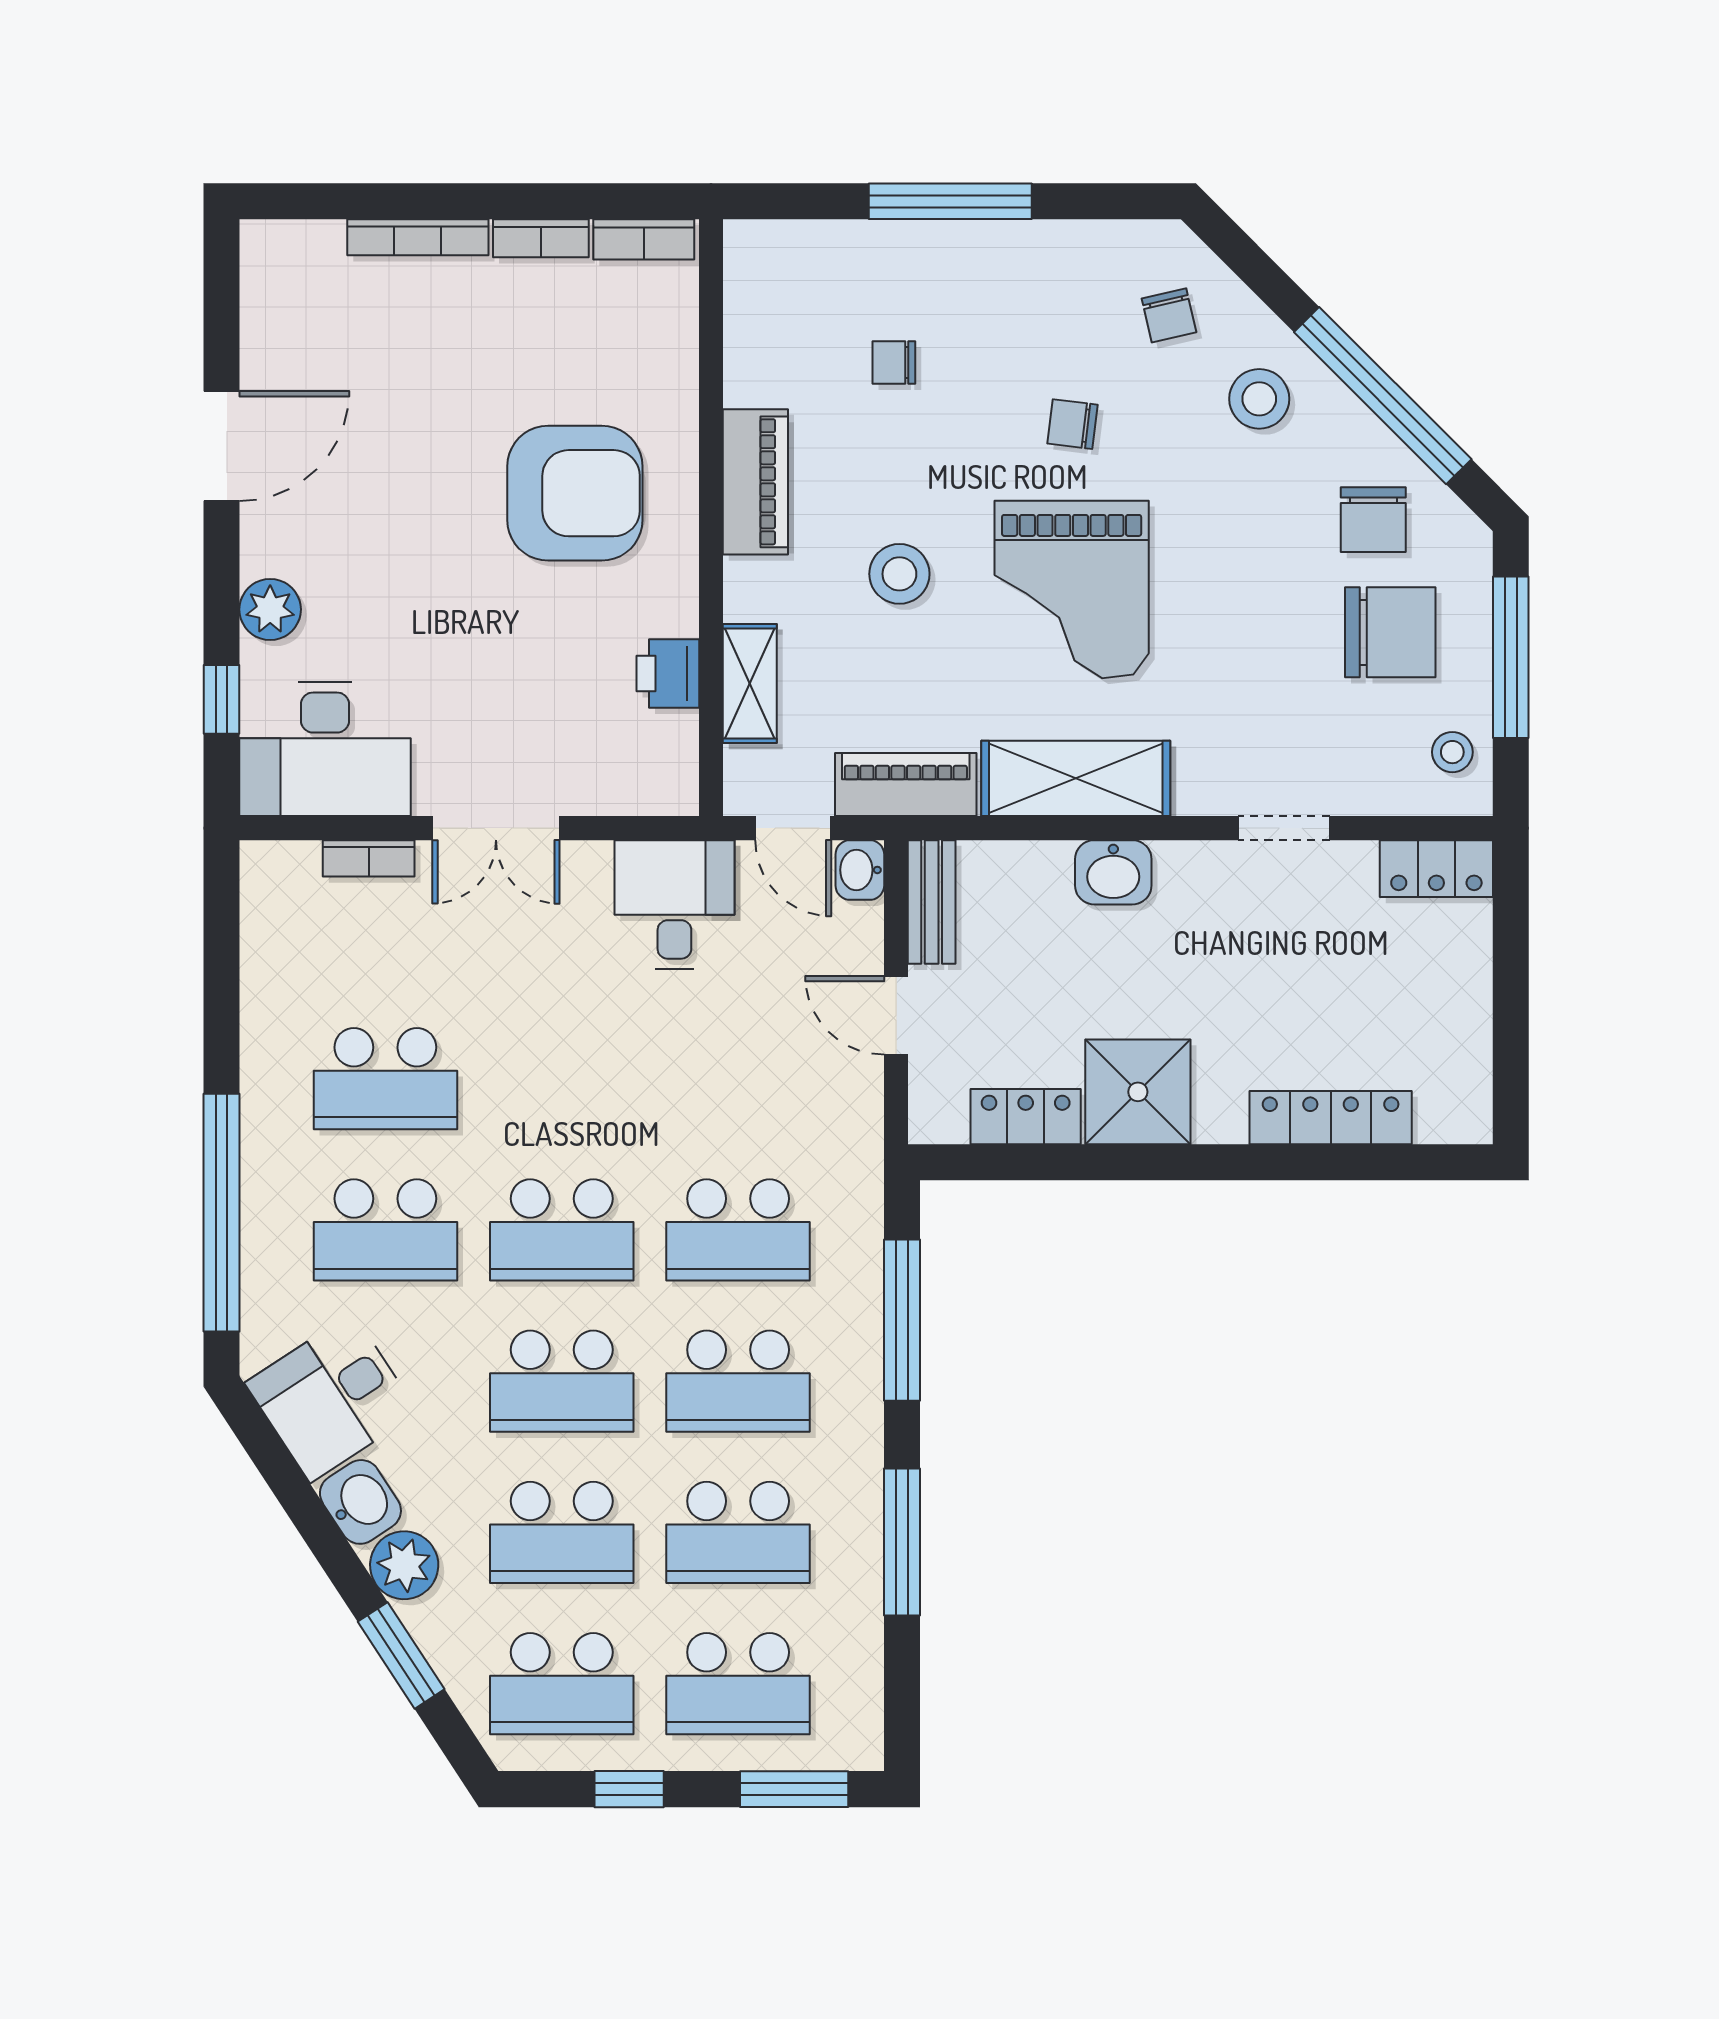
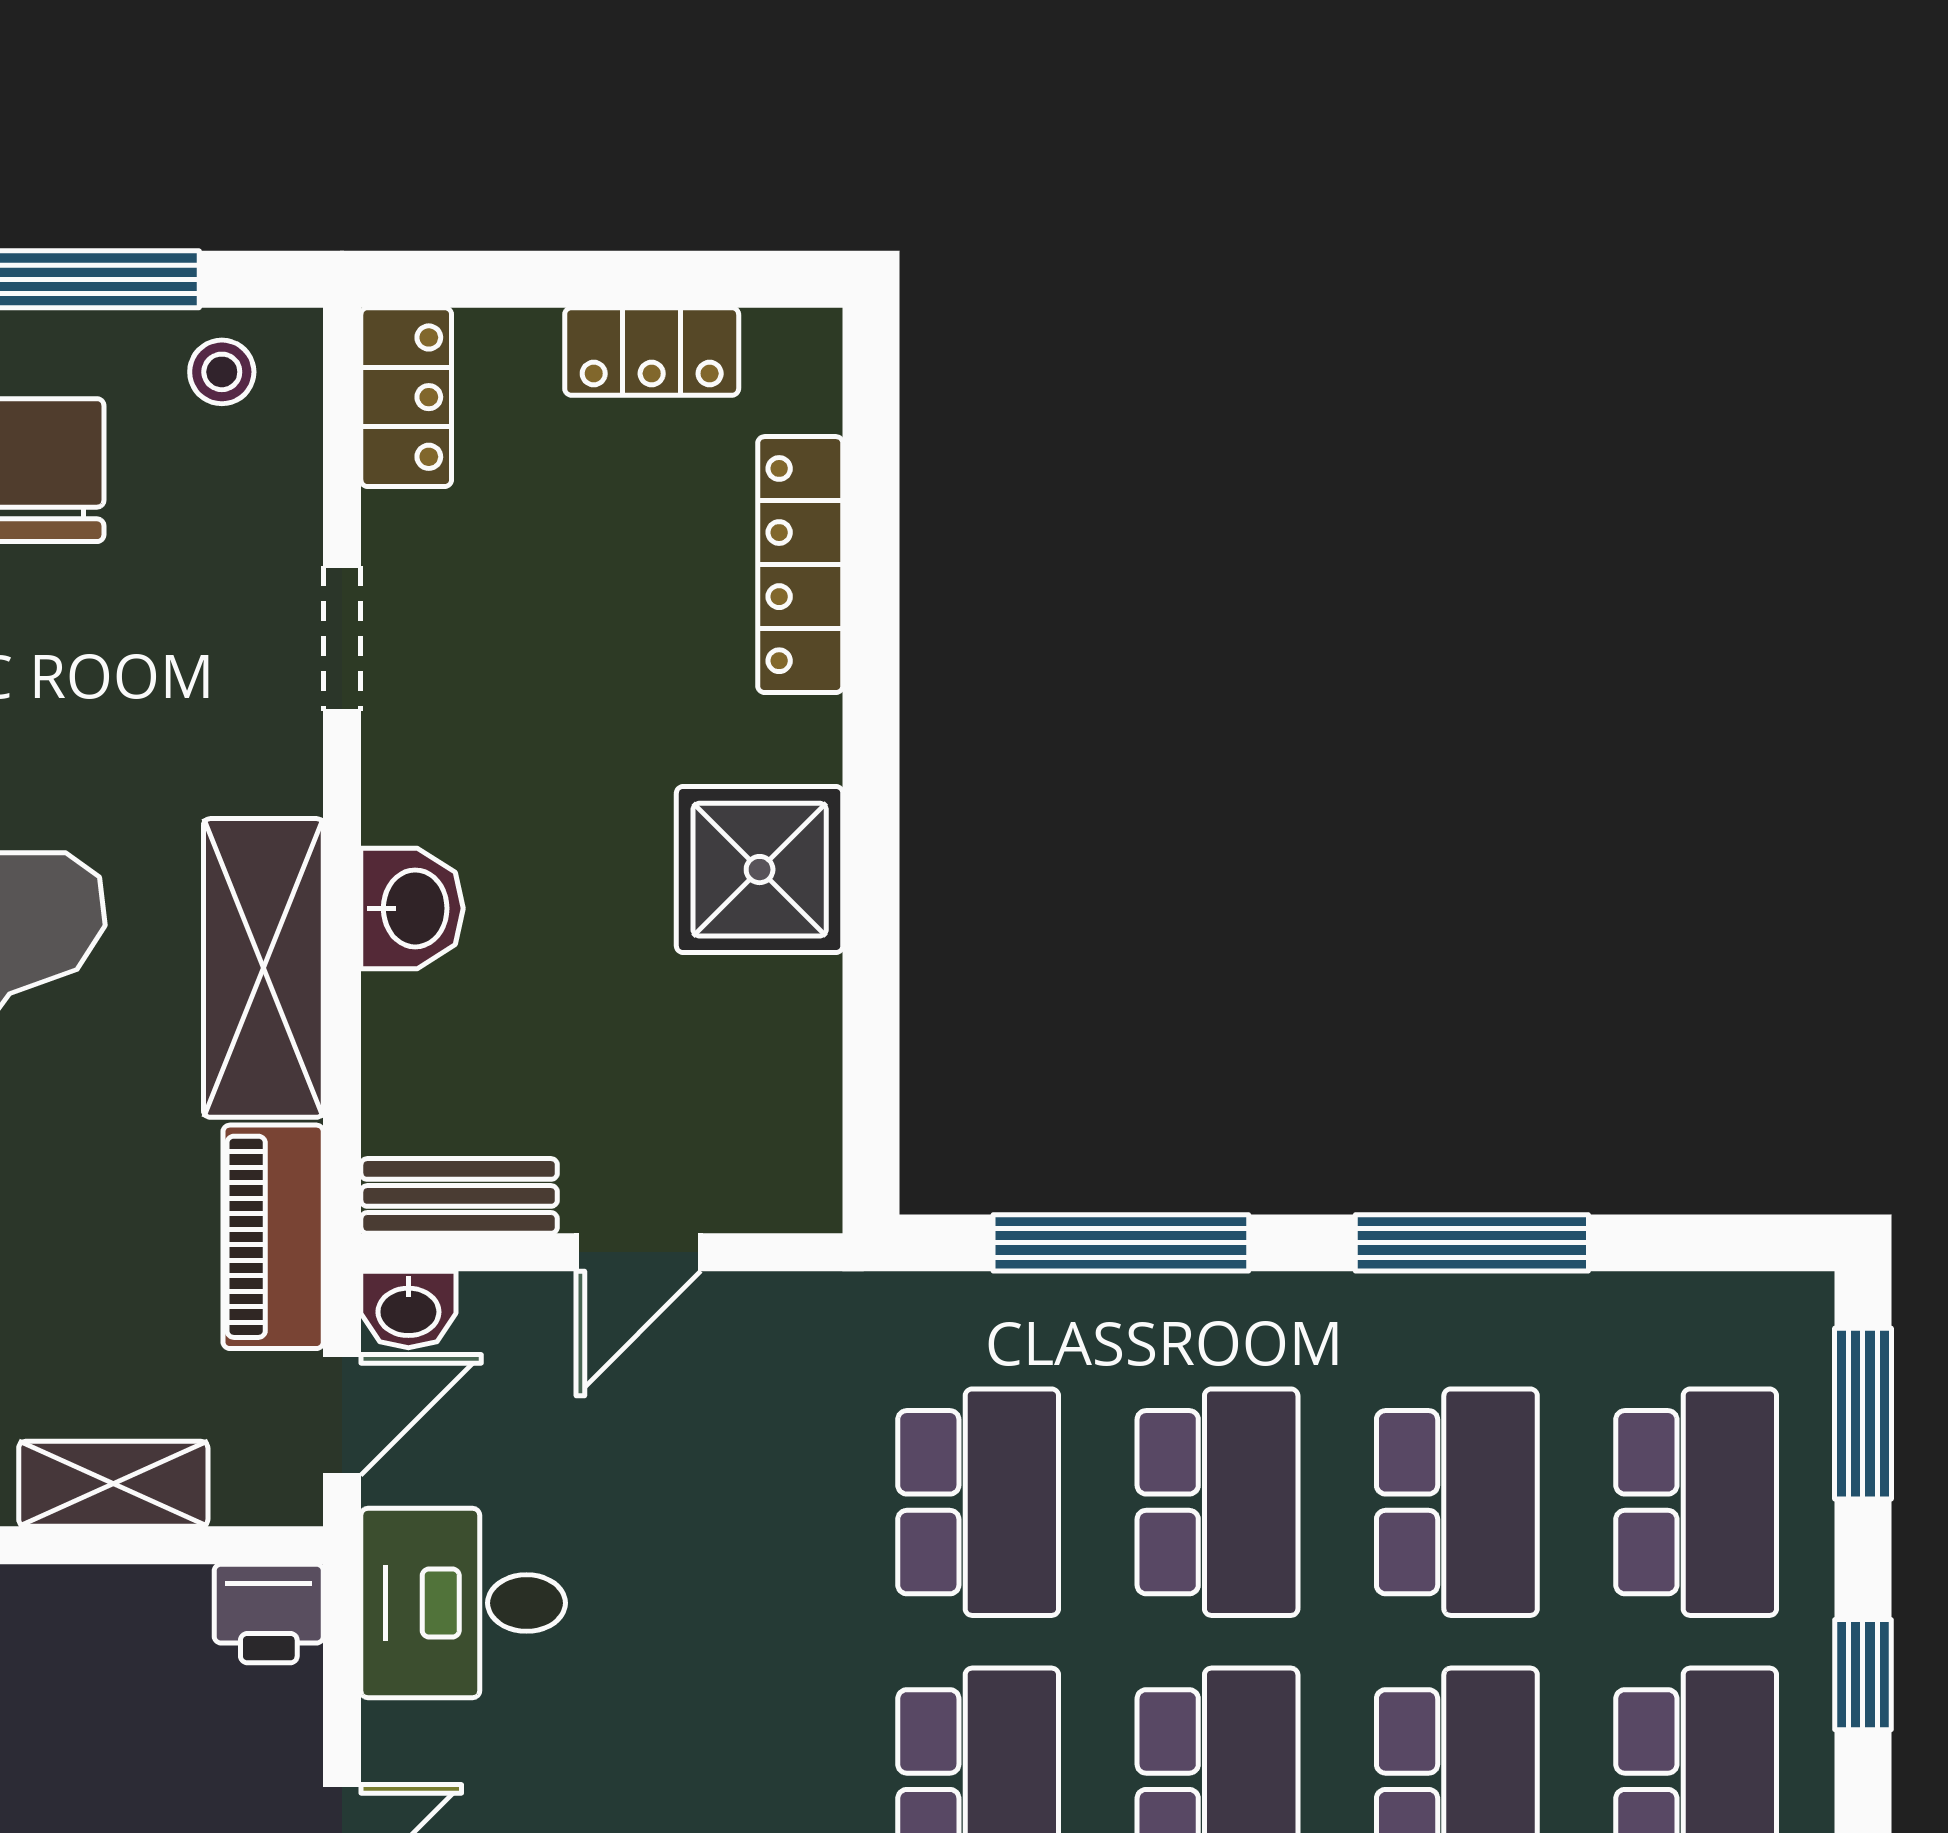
printer: (668, 674) -> (269, 1613), moved
locker: (1026, 1117) -> (652, 352), moved, turned -90

